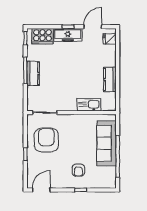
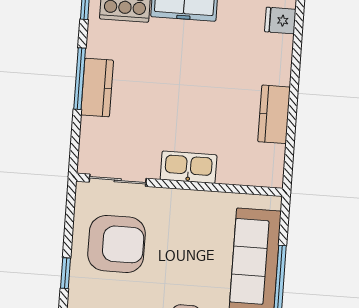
kitchen sink: (89, 105) -> (189, 167), moved
armchair: (46, 140) -> (117, 244), turned 90

